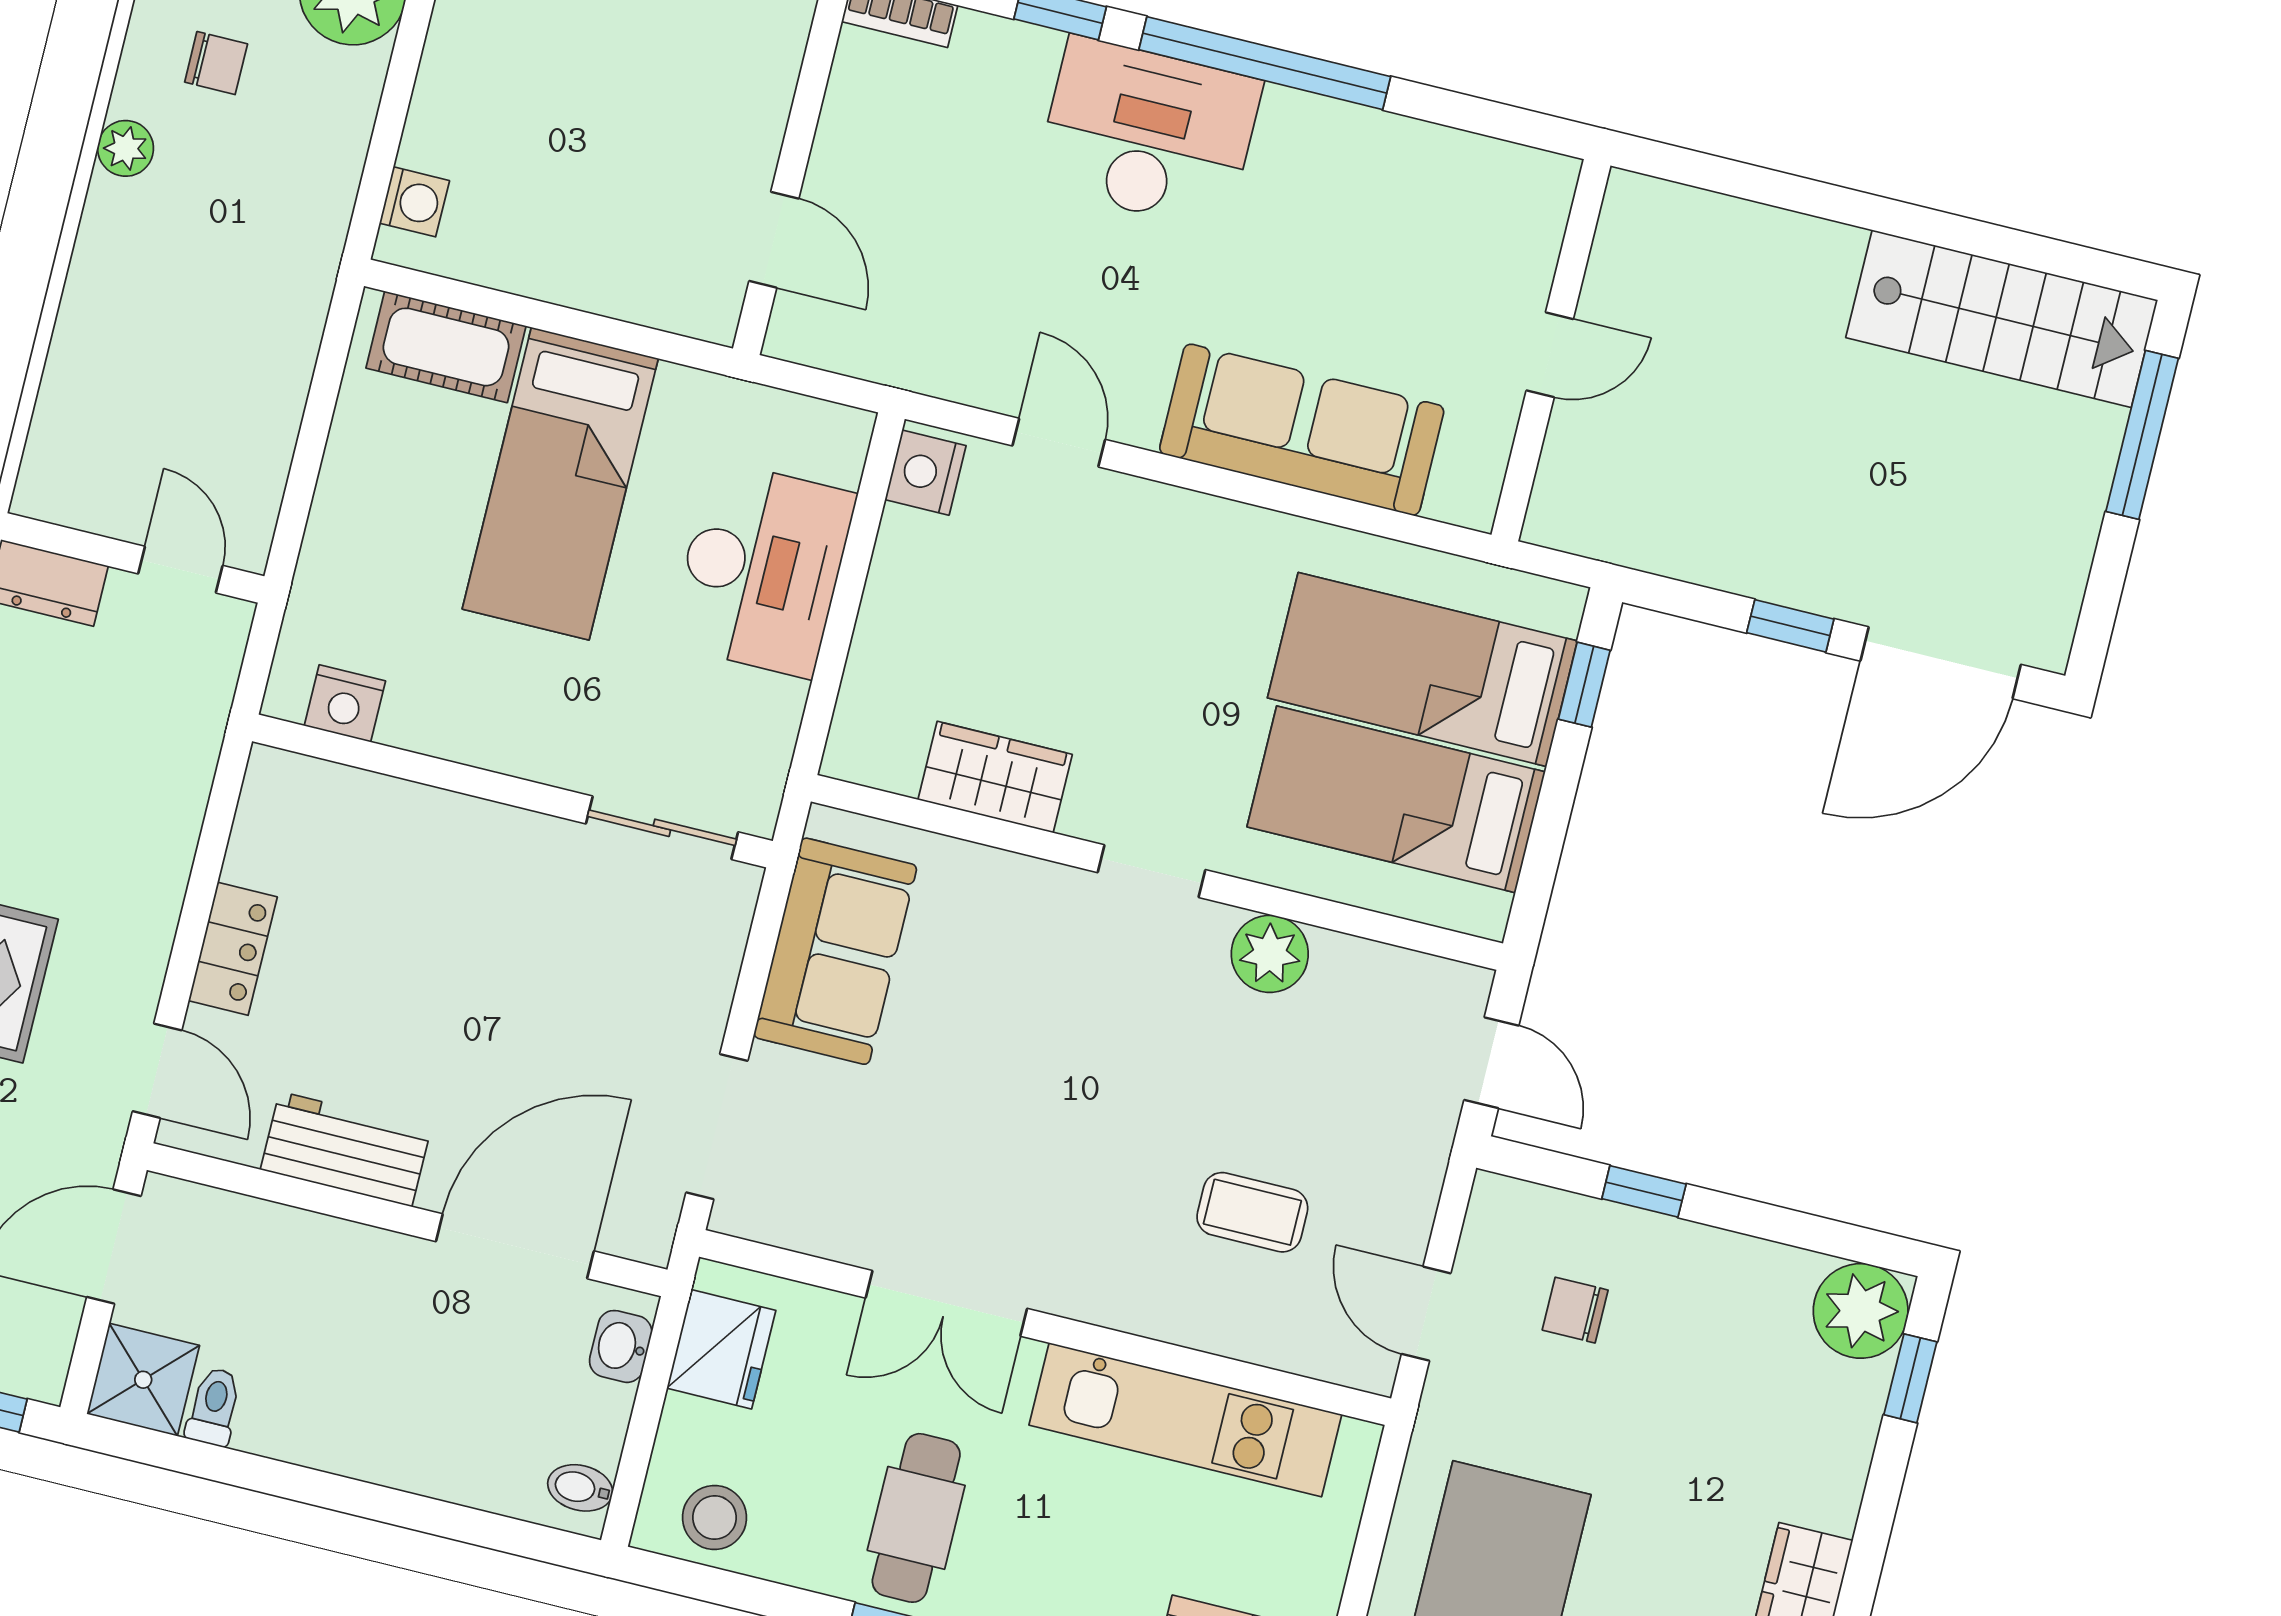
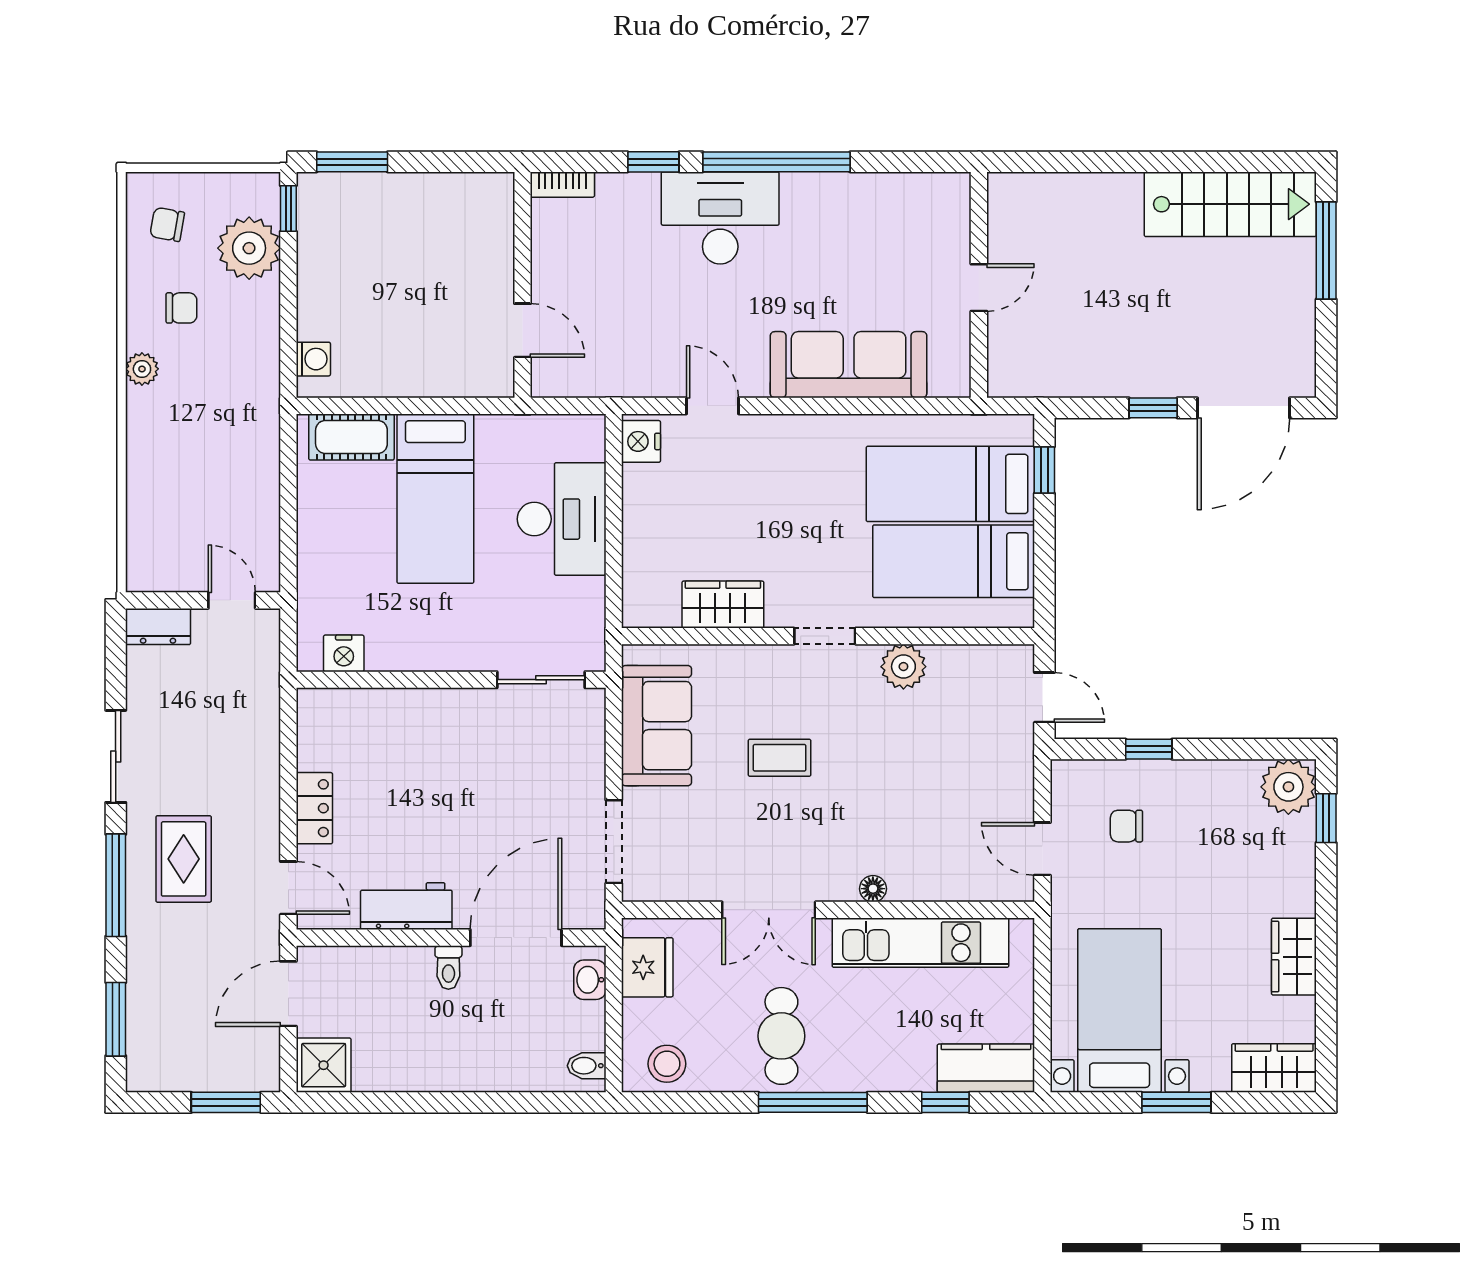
coffee table: (1252, 1212) -> (780, 758), moved
floor lamp: (1128, 1311) -> (873, 889), added
toilet: (214, 1407) -> (448, 967), moved, turned 180

